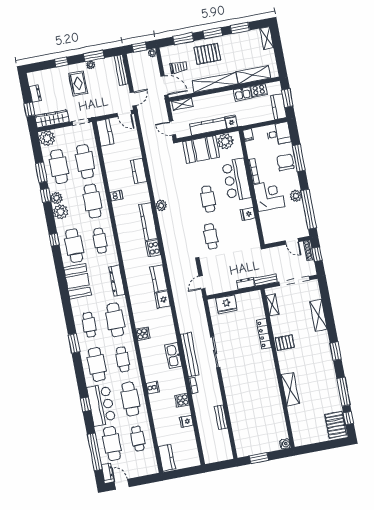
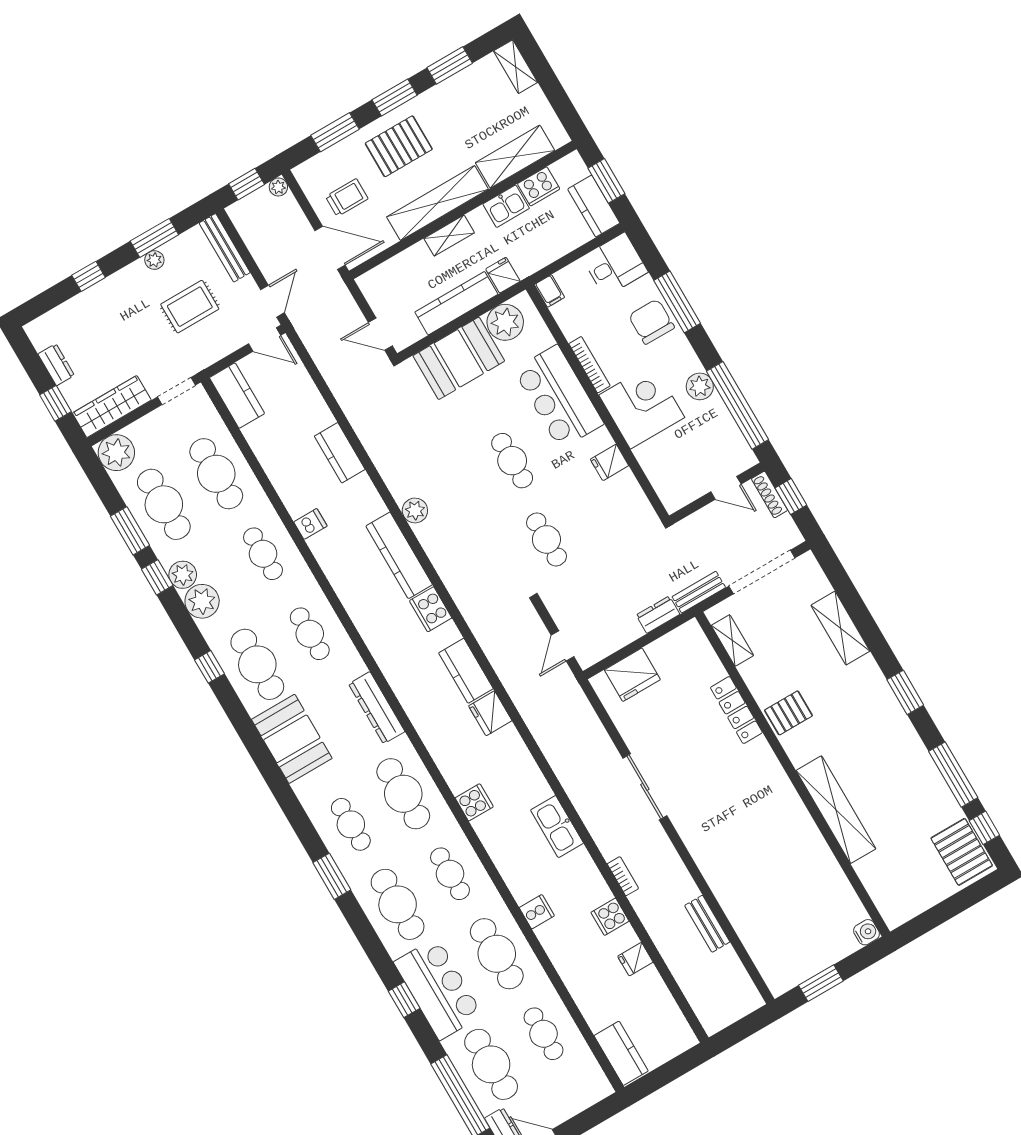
rug: (78, 83) -> (190, 307), moved, turned 90
shelving: (182, 104) -> (449, 236), moved
cafe table: (93, 201) -> (263, 554), width x0.73, depth x0.74
bench: (190, 355) -> (591, 812), removed
shelving: (290, 389) -> (836, 810), width x1.47

